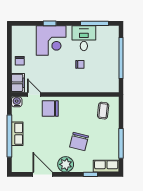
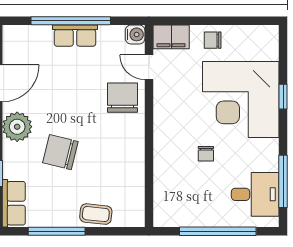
desk: (84, 38) -> (255, 194), moved
corner desk: (51, 40) -> (241, 99), width x1.36, depth x1.36
door: (34, 95) -> (149, 67), swing flipped
coffee table: (103, 111) -> (96, 214), moved

